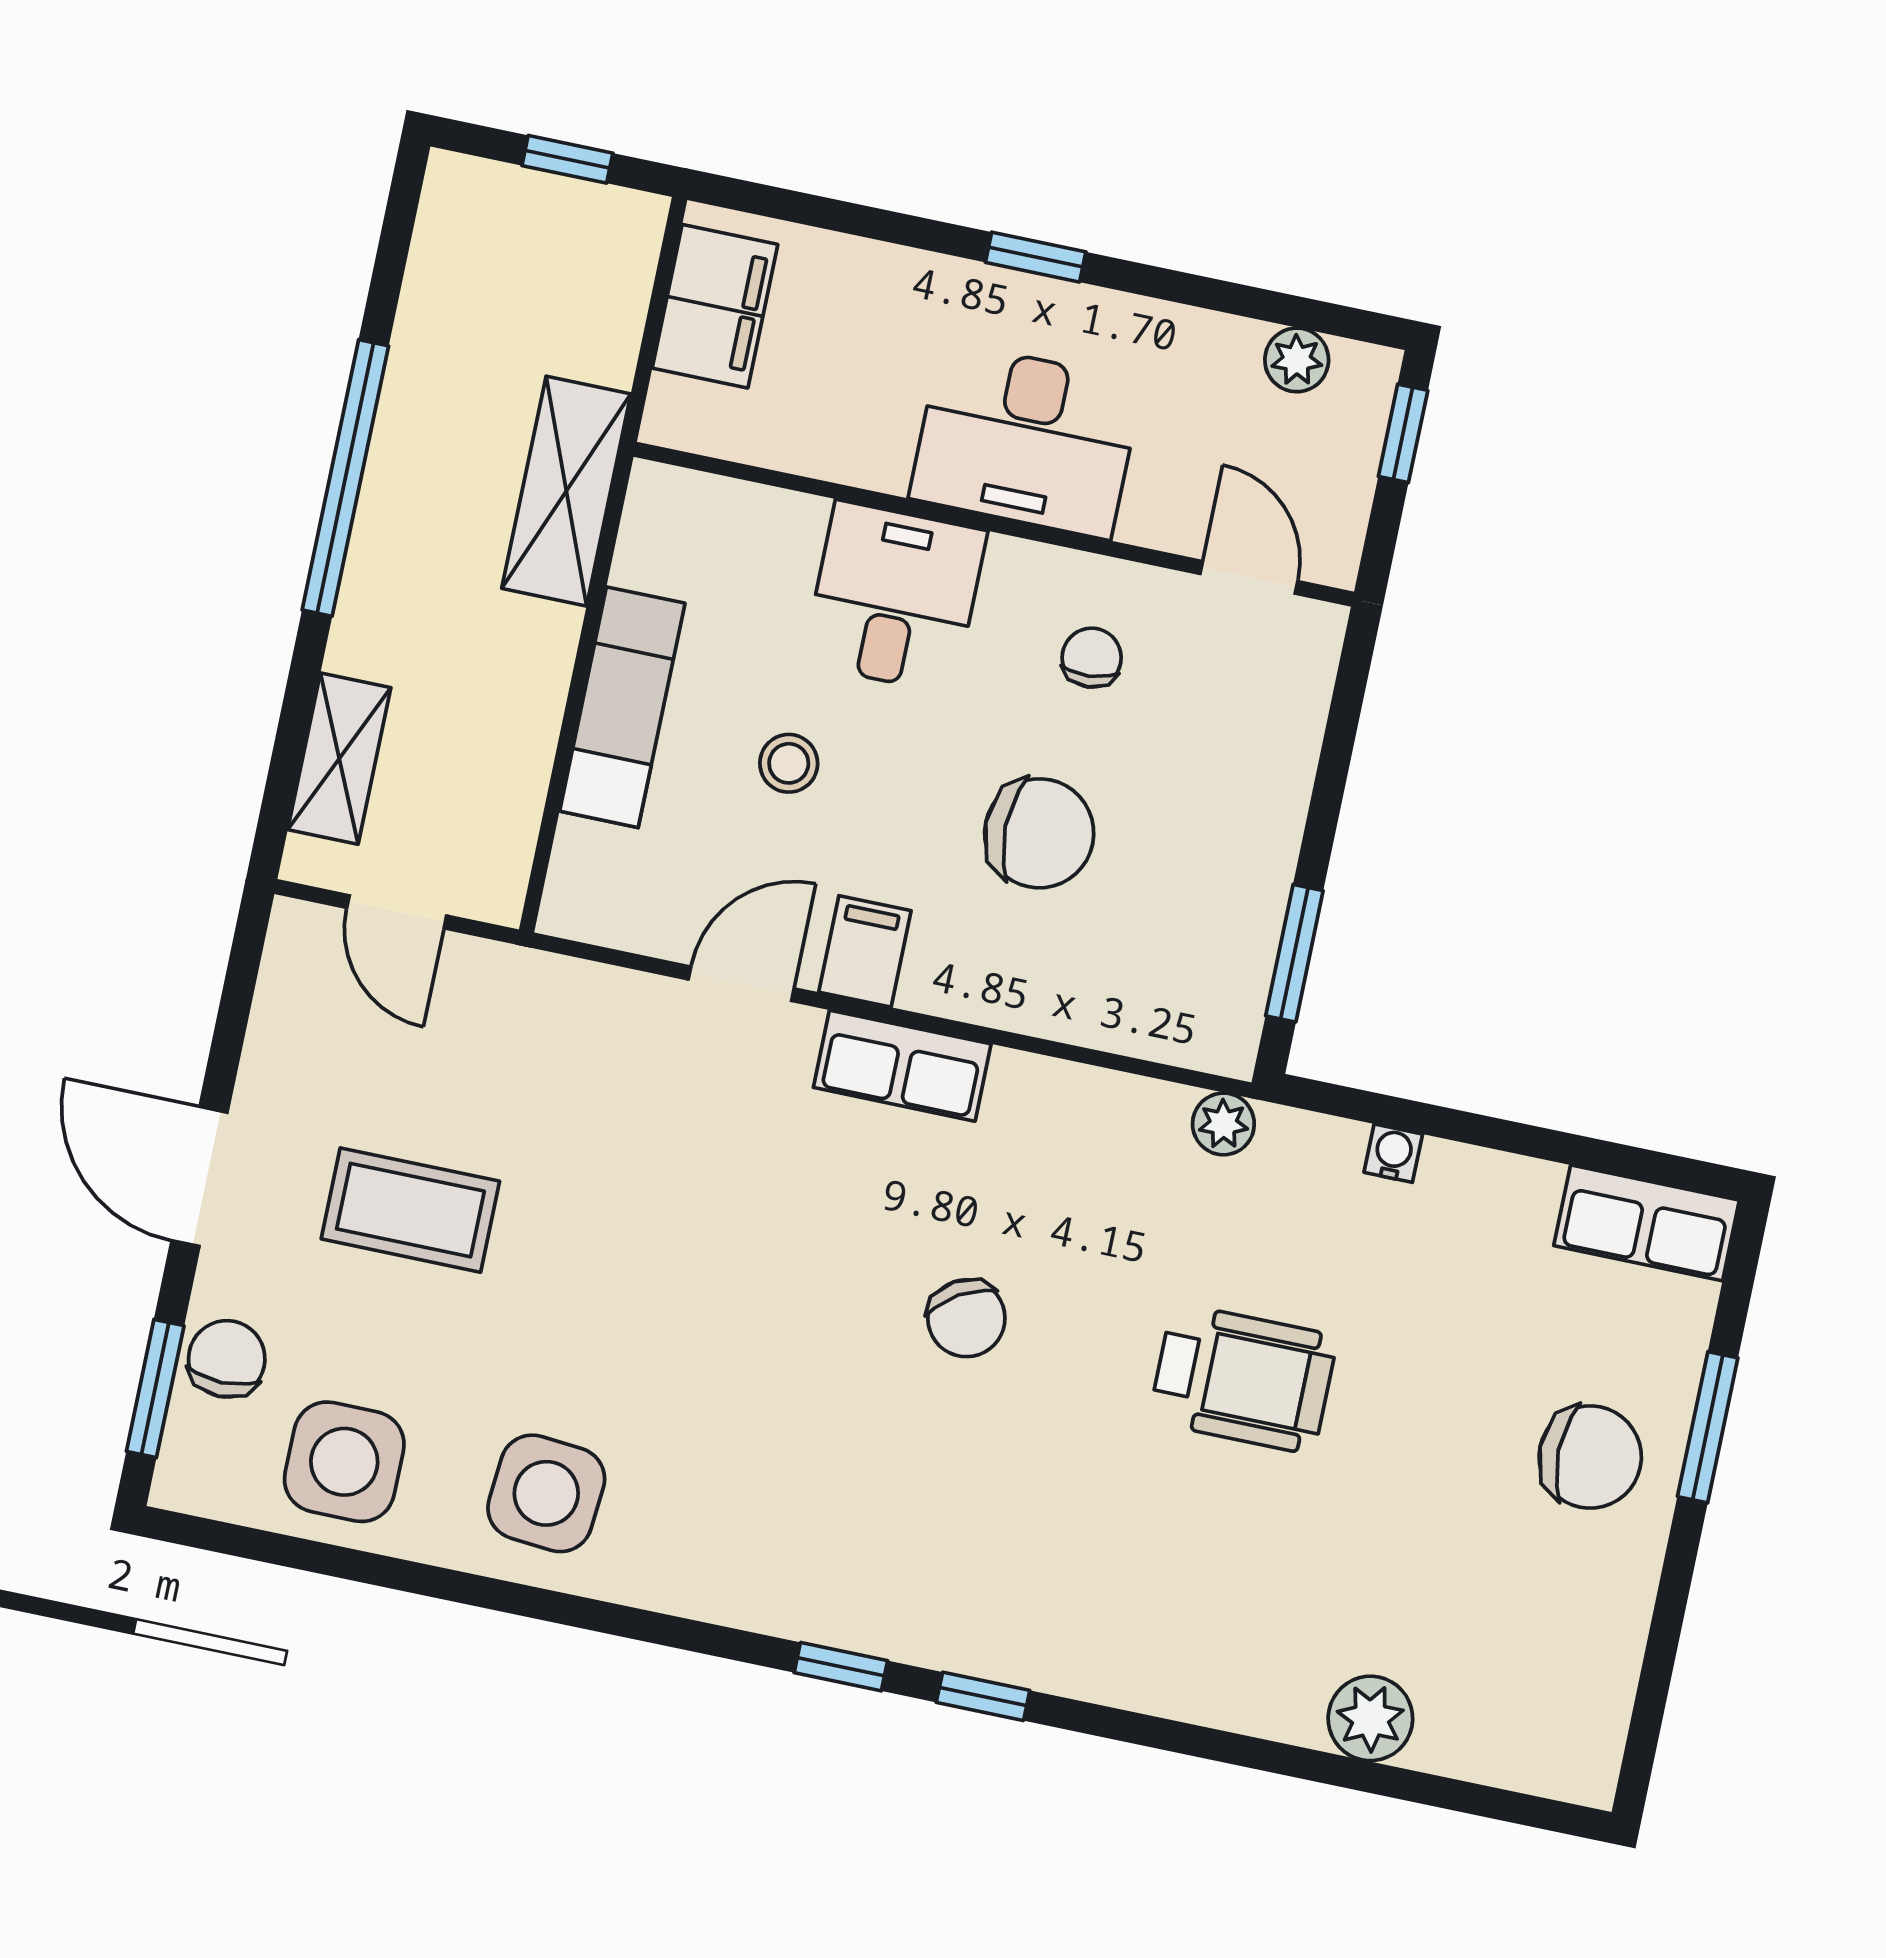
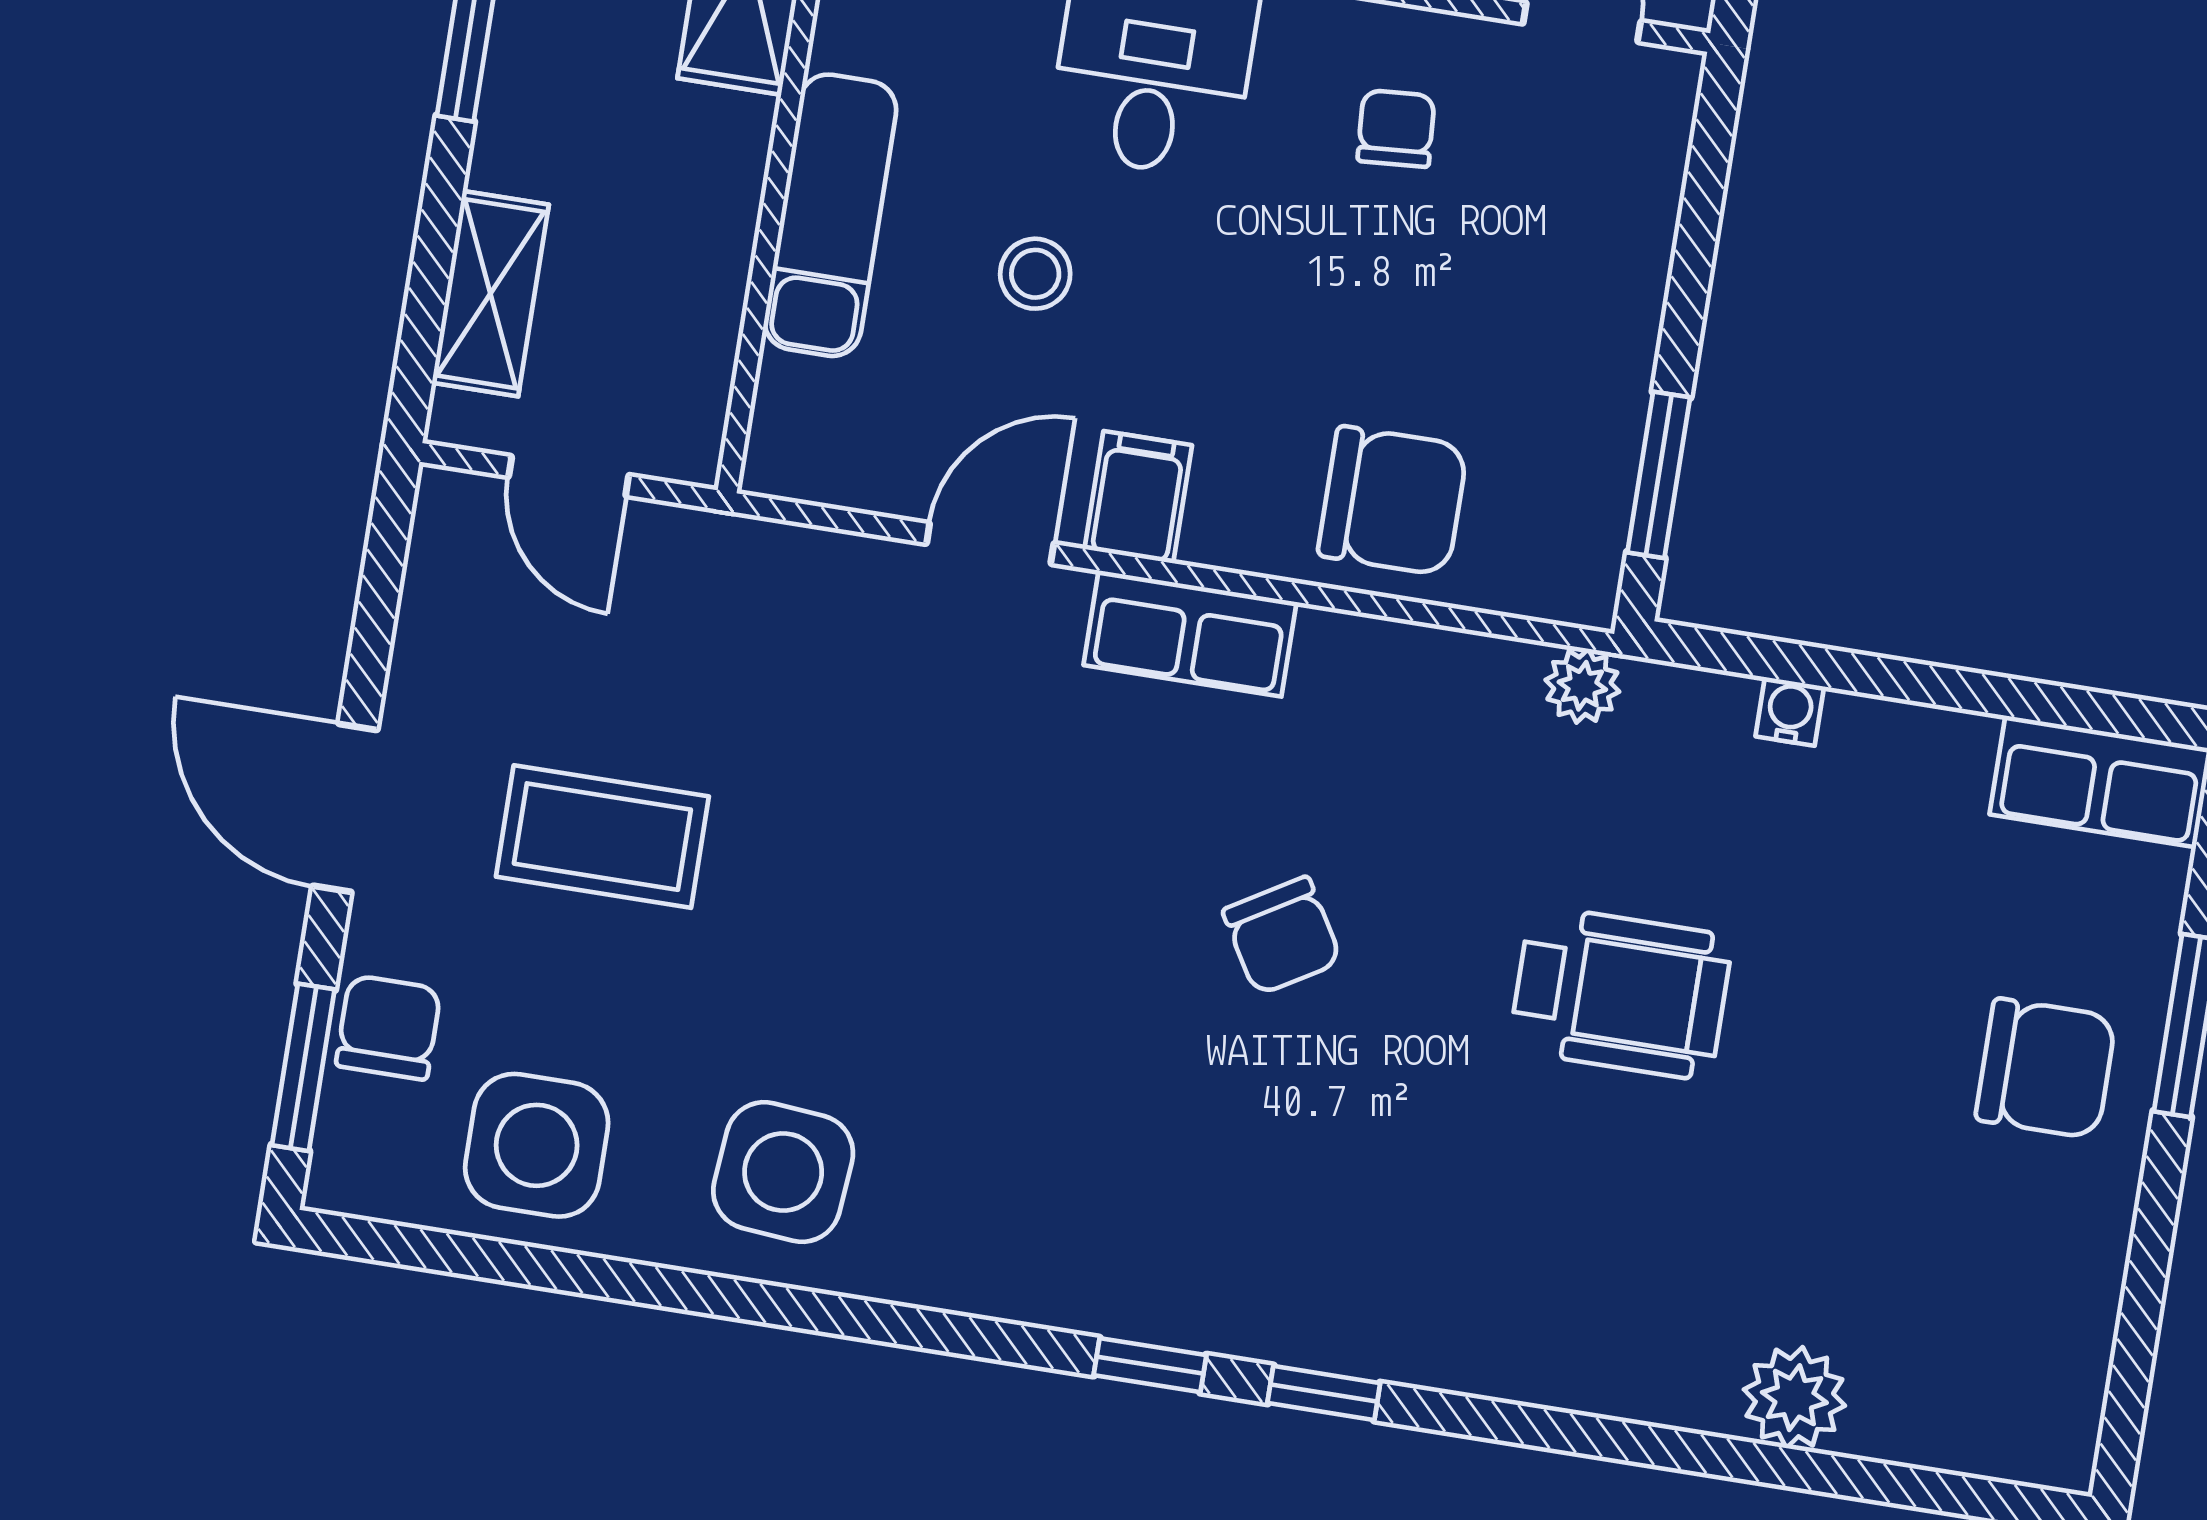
chair: (1039, 833) -> (1393, 501), moved

